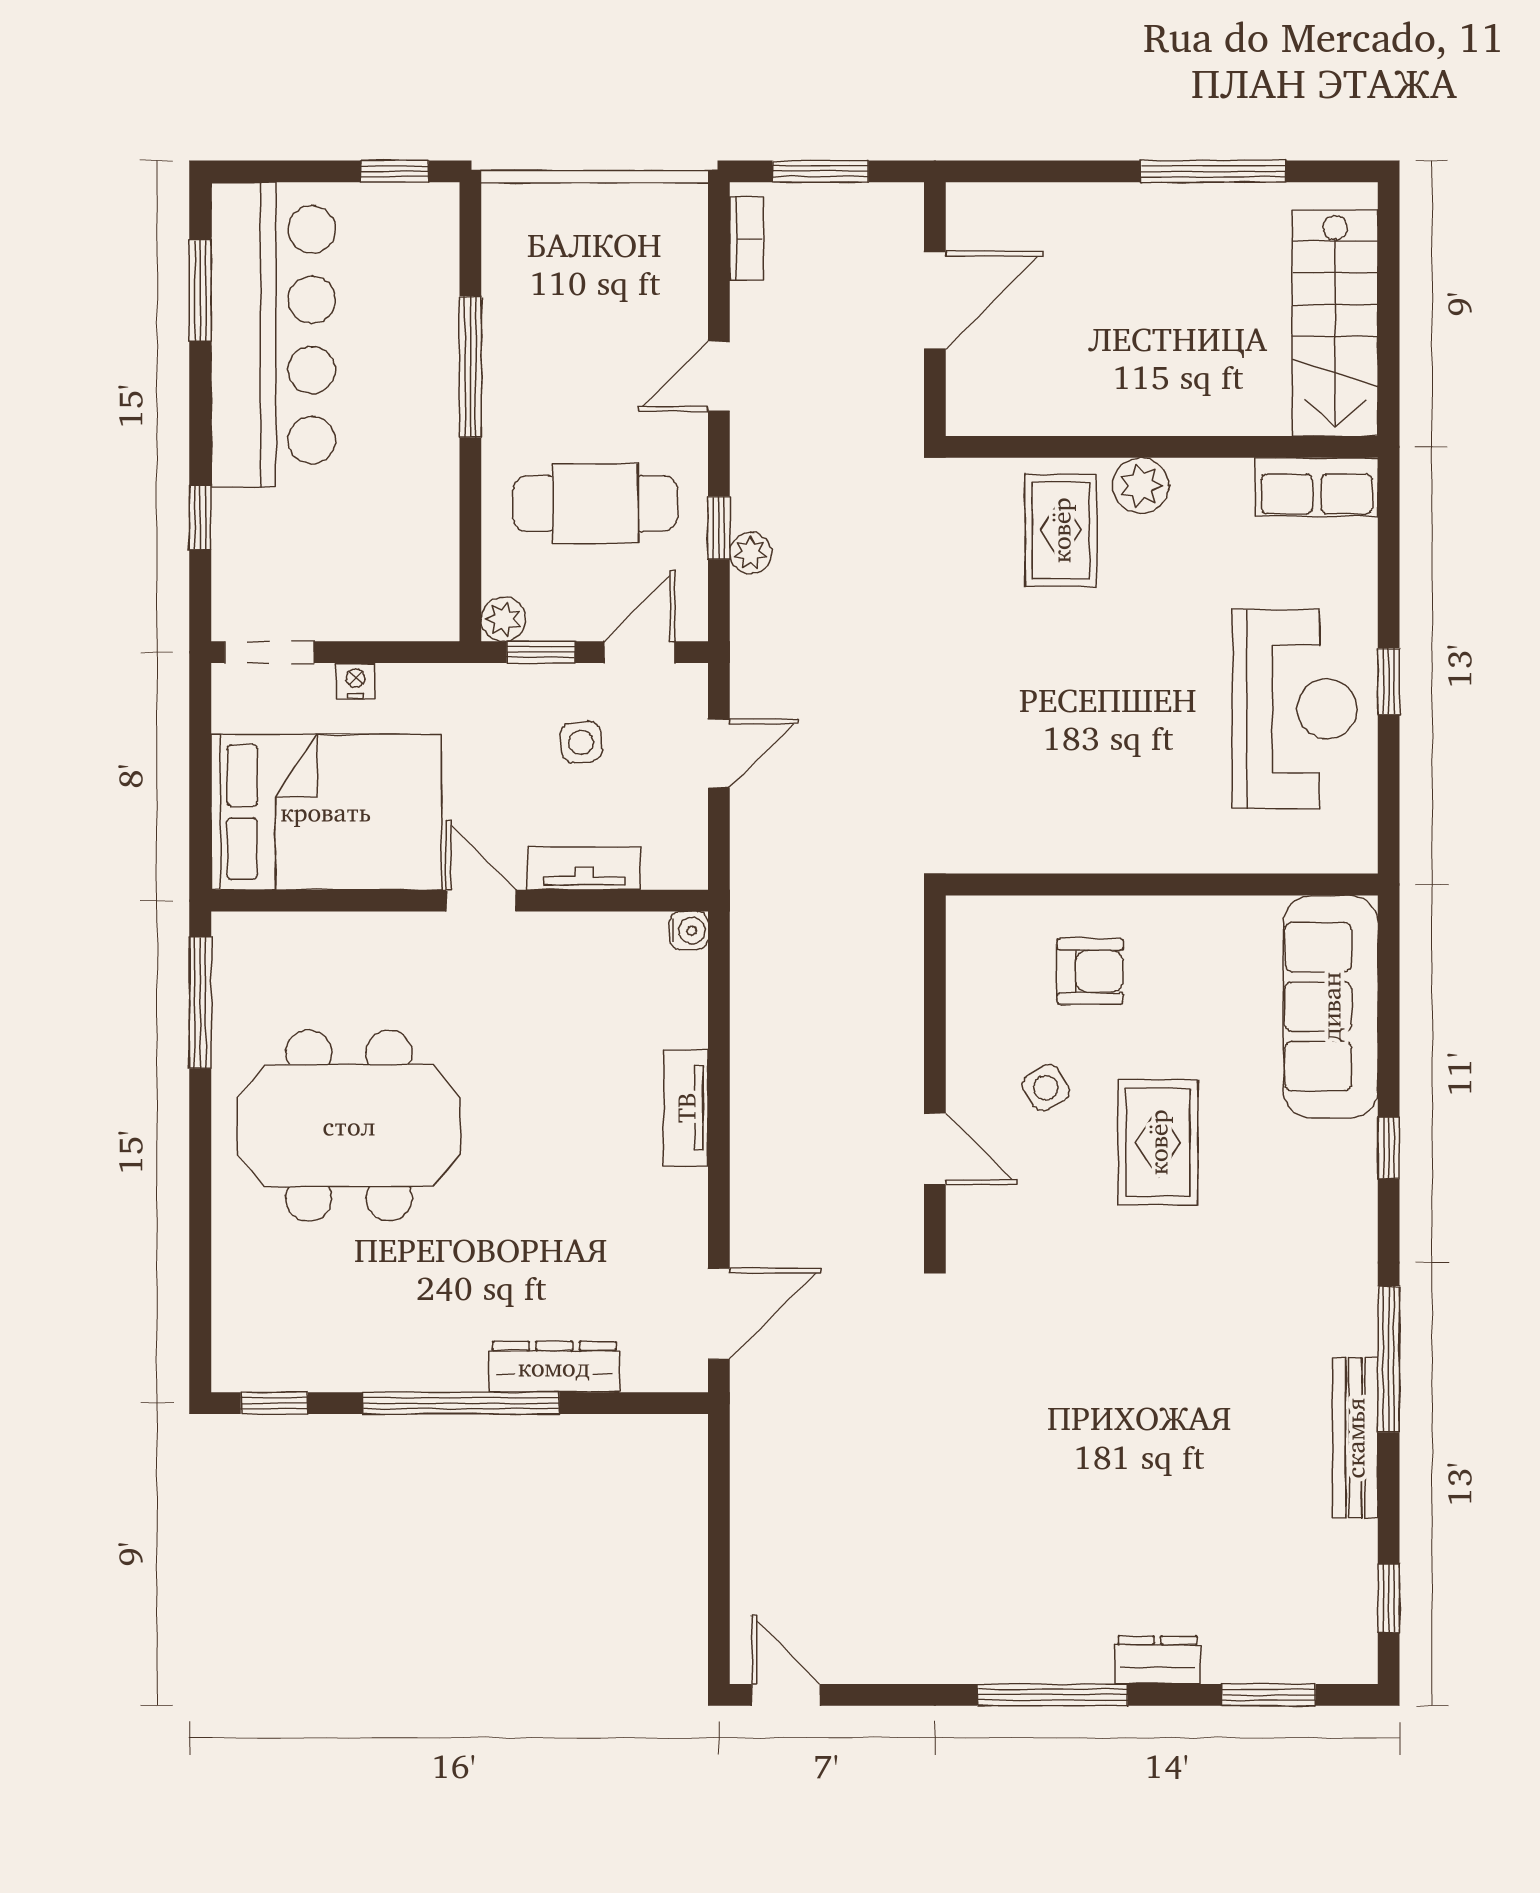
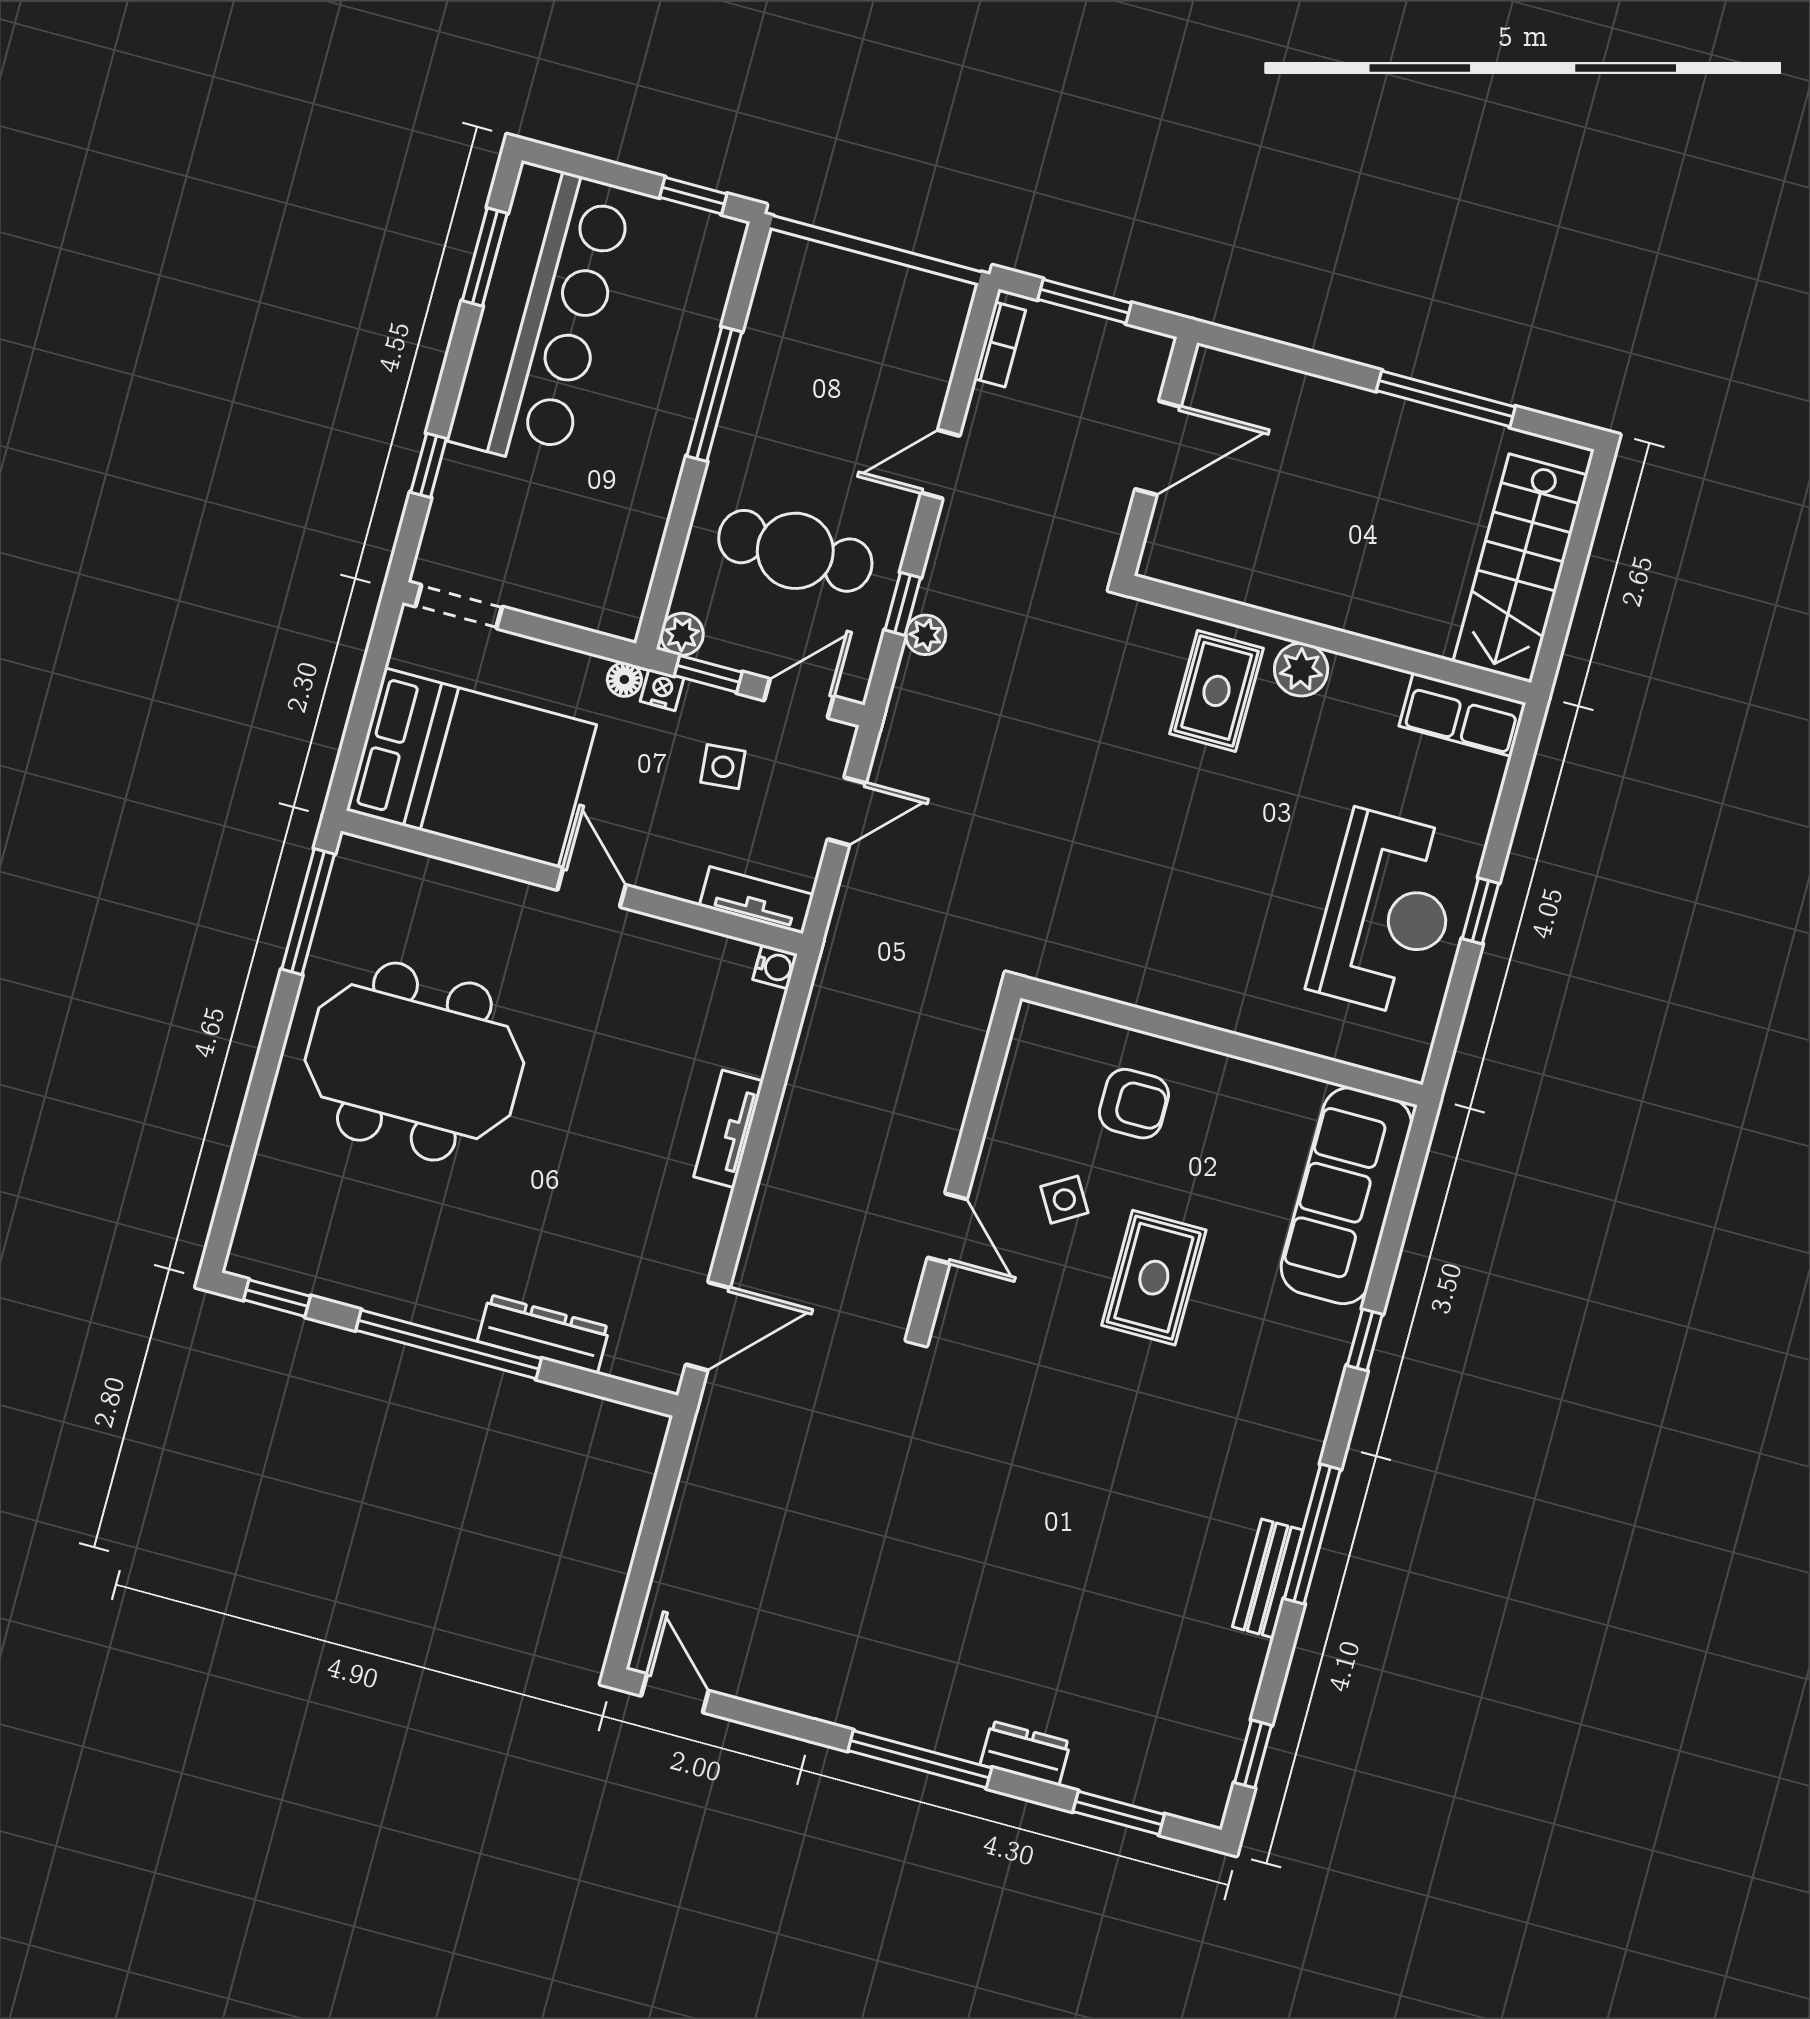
nightstand: (355, 681) -> (662, 690), moved
floor lamp: (457, 681) -> (624, 679), added
tv unit: (584, 868) -> (756, 900), moved
bench: (1355, 1438) -> (1268, 1578), width x0.73

